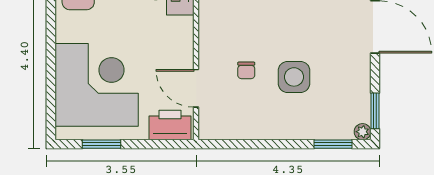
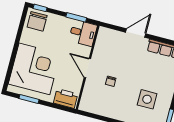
side table: (294, 77) -> (147, 99), moved
door: (196, 88) -> (87, 68), moved

